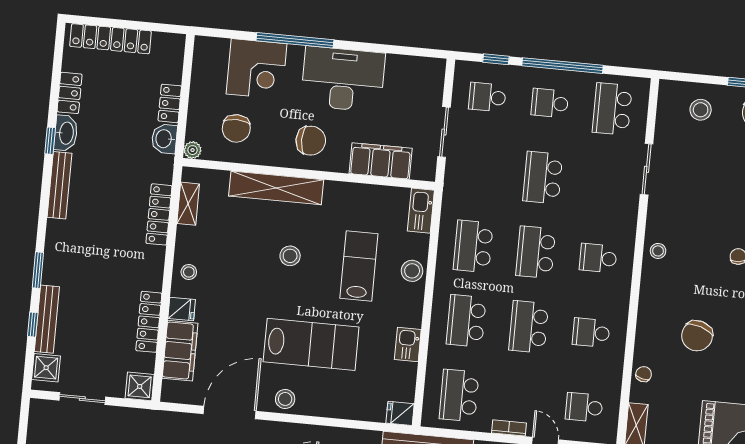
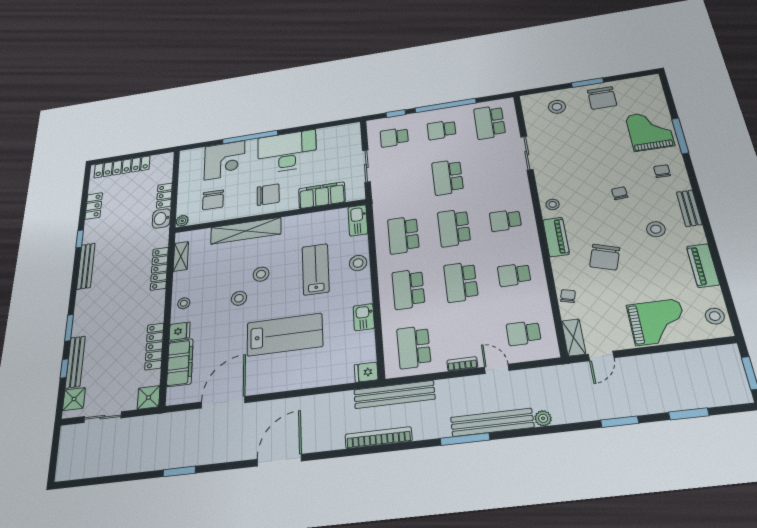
washbasin: (66, 133) -> (91, 231), removed
piano: (650, 296) -> (556, 237), added
stool: (285, 399) -> (239, 298), moved

